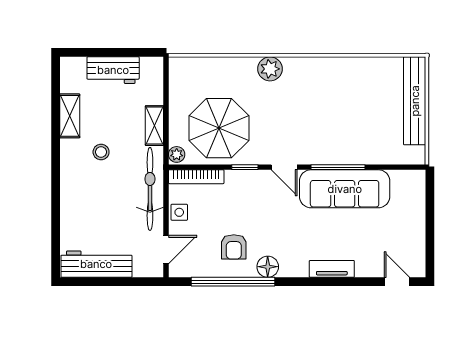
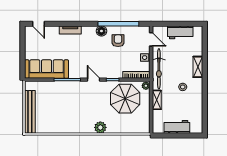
shelving: (70, 116) -> (198, 67), moved
sofa: (345, 189) -> (47, 69), moved
door: (166, 250) -> (151, 39), swing flipped
workbench: (96, 264) -> (180, 32), width x0.73

